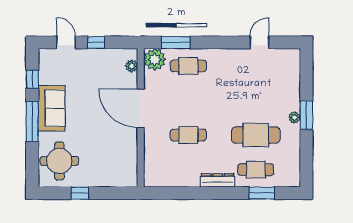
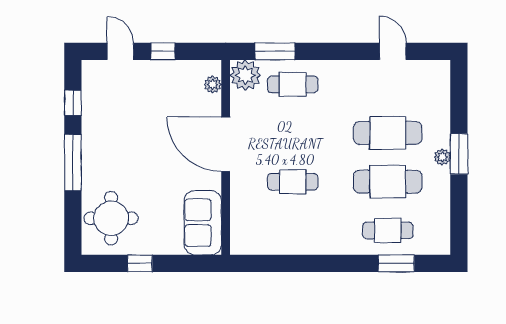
door: (259, 42) -> (393, 51), hinge flipped
cafe table: (256, 100) -> (388, 133), added
sofa: (52, 108) -> (203, 223), moved, turned 180
dresser: (218, 180) -> (334, 246), removed

